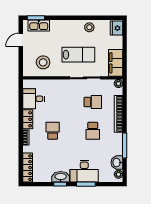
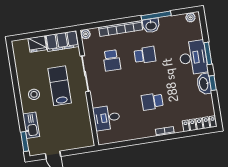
kitchen sink: (39, 25) -> (31, 125), moved
stool: (89, 27) -> (34, 94), moved
fridge: (116, 28) -> (37, 44), moved
stool: (43, 62) -> (75, 125), removed
desk: (34, 99) -> (107, 118), moved, turned 90
school desk: (93, 102) -> (112, 60), turned 180
locker: (28, 119) -> (144, 132), removed
washbasin: (117, 163) -> (151, 26), moved

